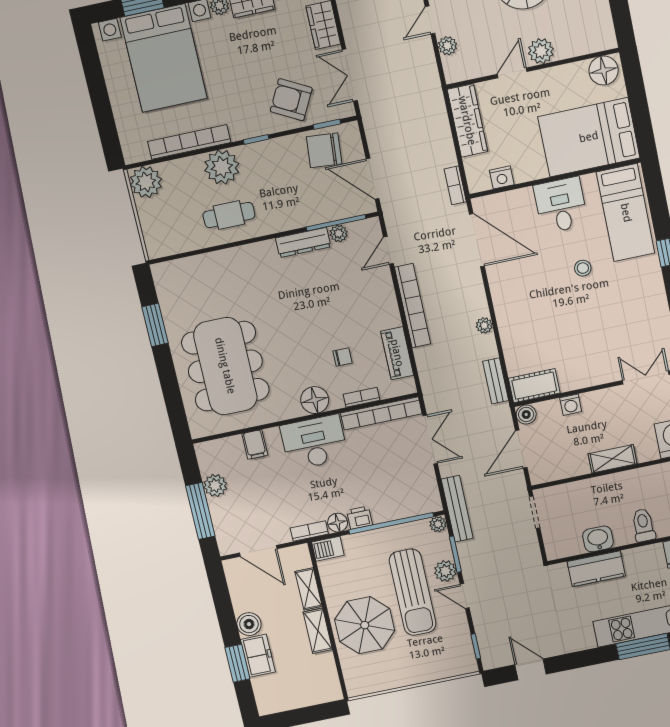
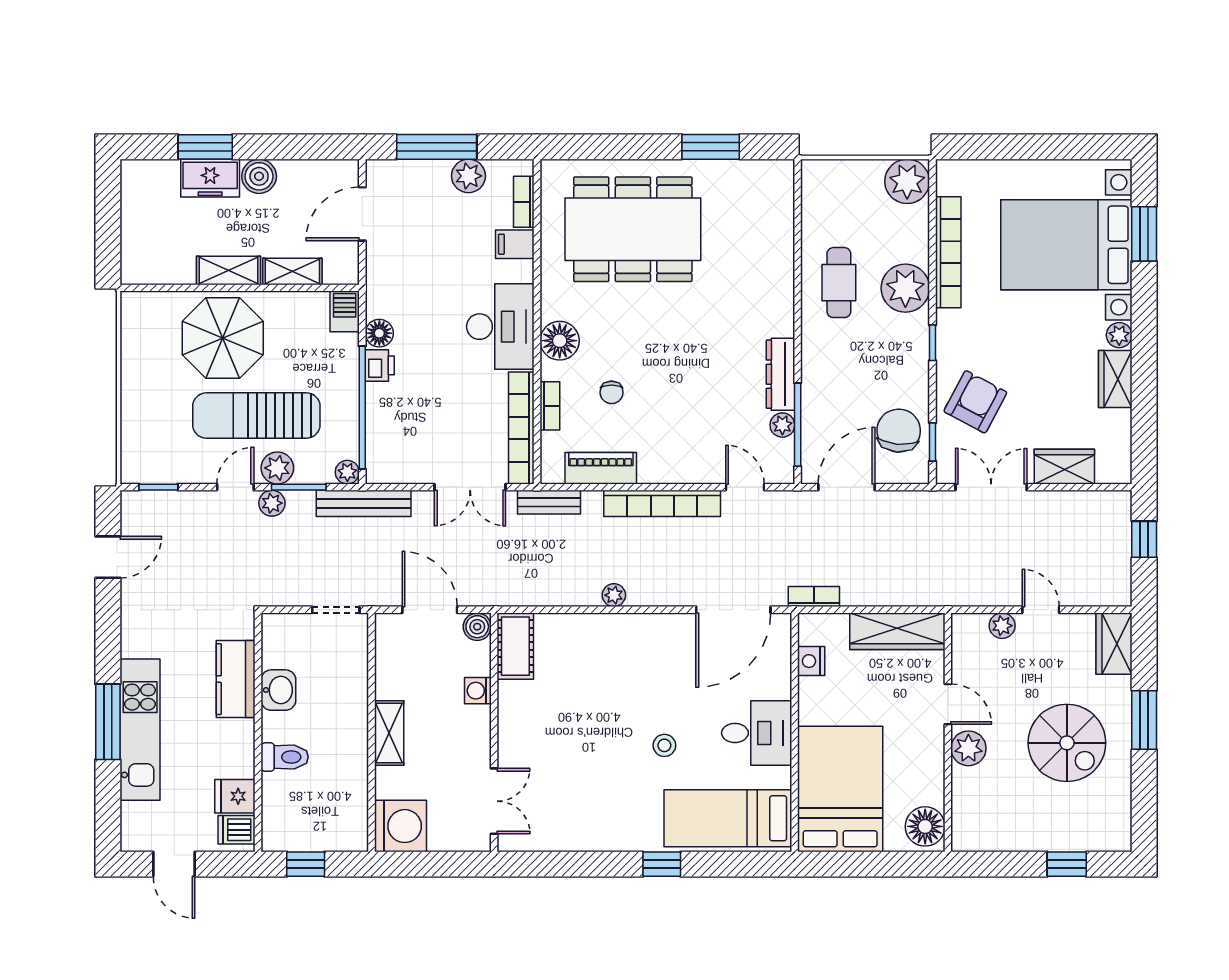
bench: (496, 381) -> (549, 502), moved
bookcase: (309, 531) -> (524, 202), moved, turned 180
plant: (470, 570) -> (272, 503), added

